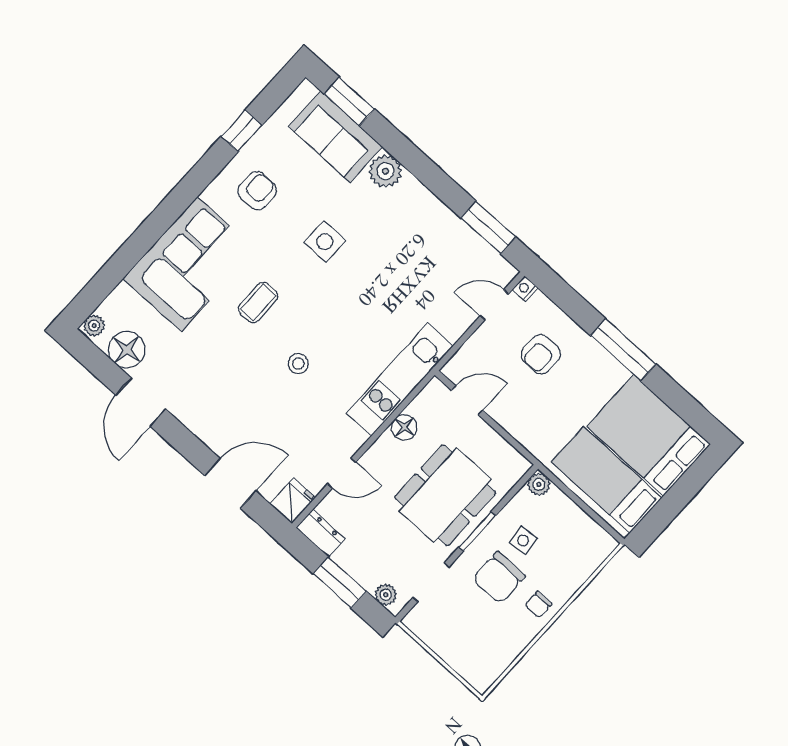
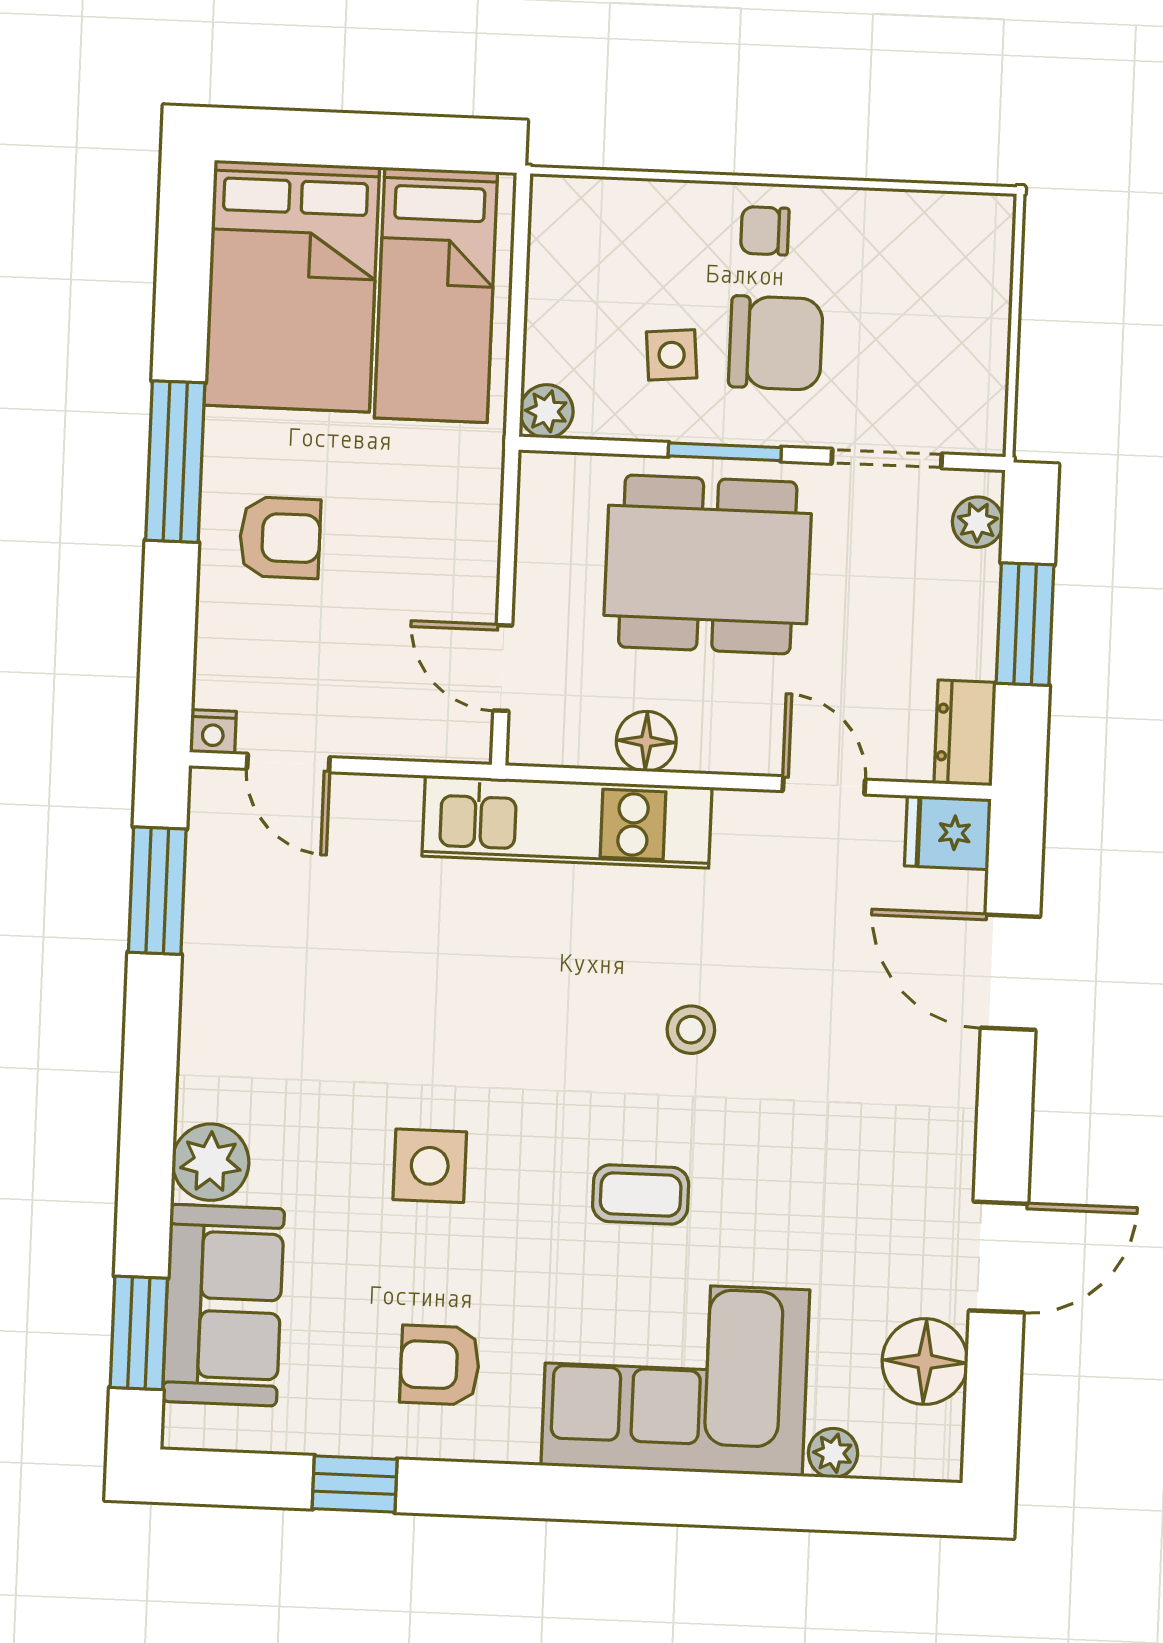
plant: (94, 326) -> (833, 1453), moved
armchair: (541, 354) -> (280, 538), moved
chair: (538, 604) -> (765, 231), turned 180

